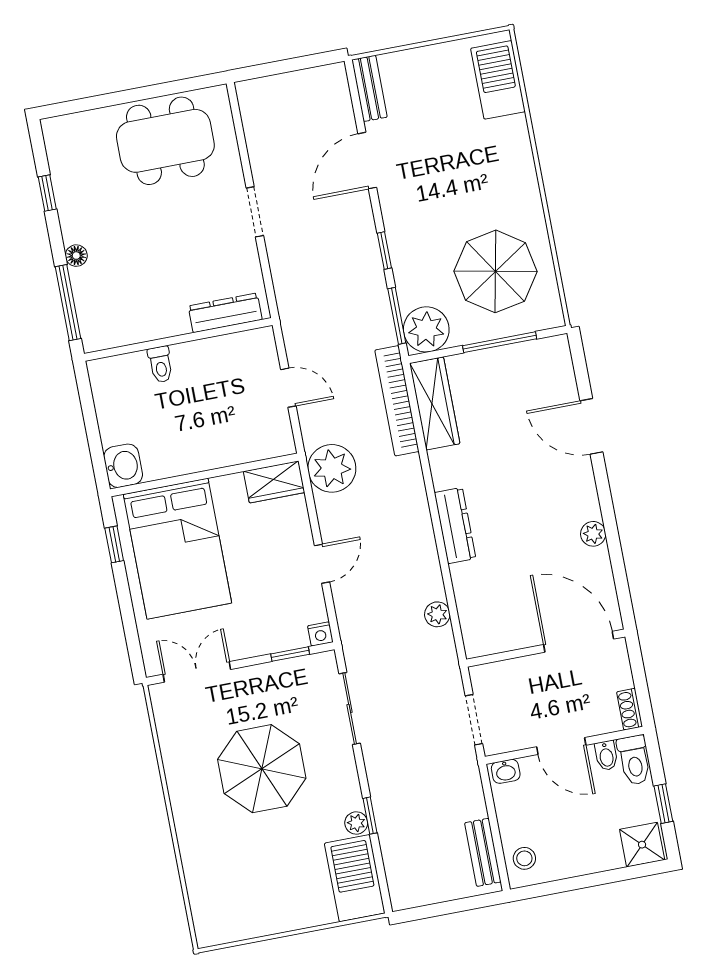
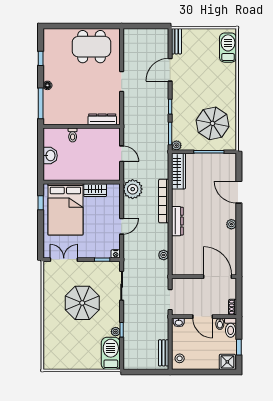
plant: (426, 329) -> (176, 145), width x0.53, depth x0.53
bookcase: (397, 401) -> (164, 201), moved
washbasin: (123, 466) -> (50, 156), moved
wardrobe: (274, 482) -> (95, 190), moved
plant: (593, 534) -> (231, 224), moved

